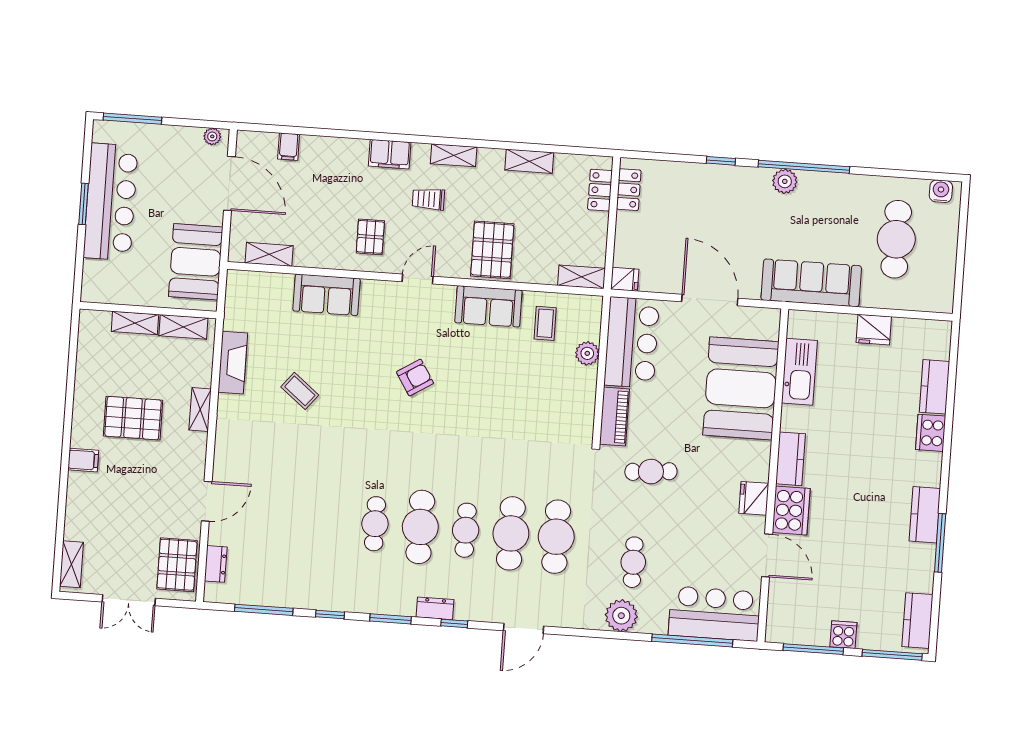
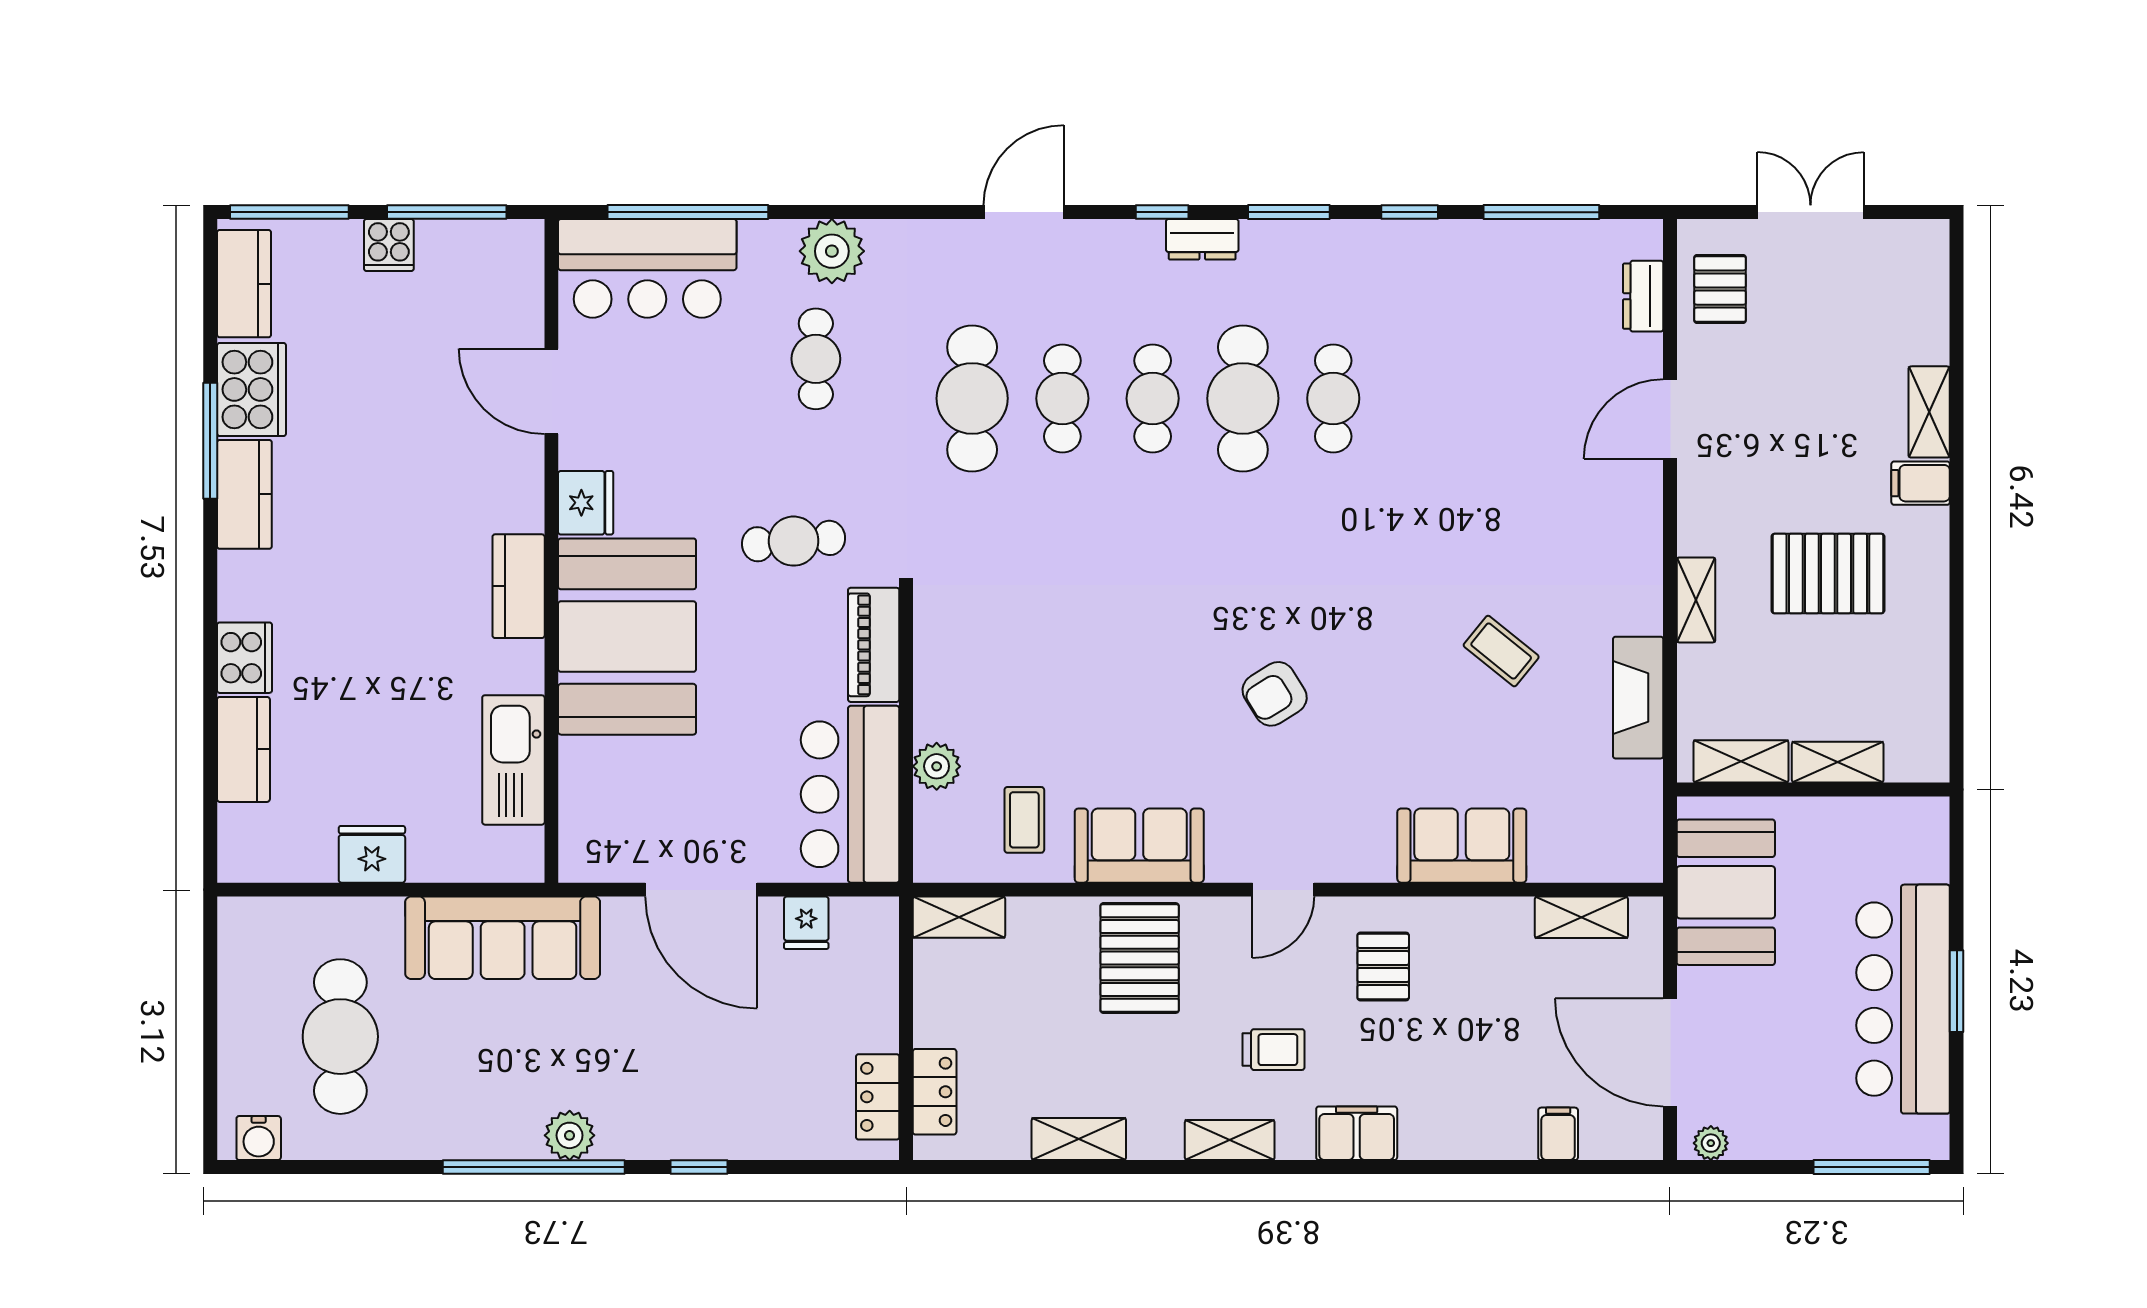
fridge: (625, 279) -> (806, 923), moved, turned -90
booth: (741, 388) -> (627, 637), moved
cooker: (791, 510) -> (252, 389), moved, turned 180
cafe table: (511, 533) -> (1062, 398), width x0.73, depth x0.74
shelving: (71, 564) -> (1929, 412), moved
pallet: (177, 565) -> (1720, 289), width x0.67, depth x0.71

